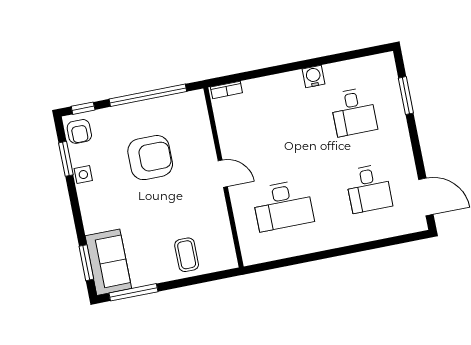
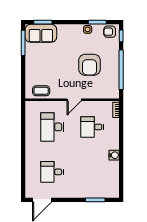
desk: (354, 112) -> (92, 127), moved
coffee table: (187, 255) -> (41, 91), moved

